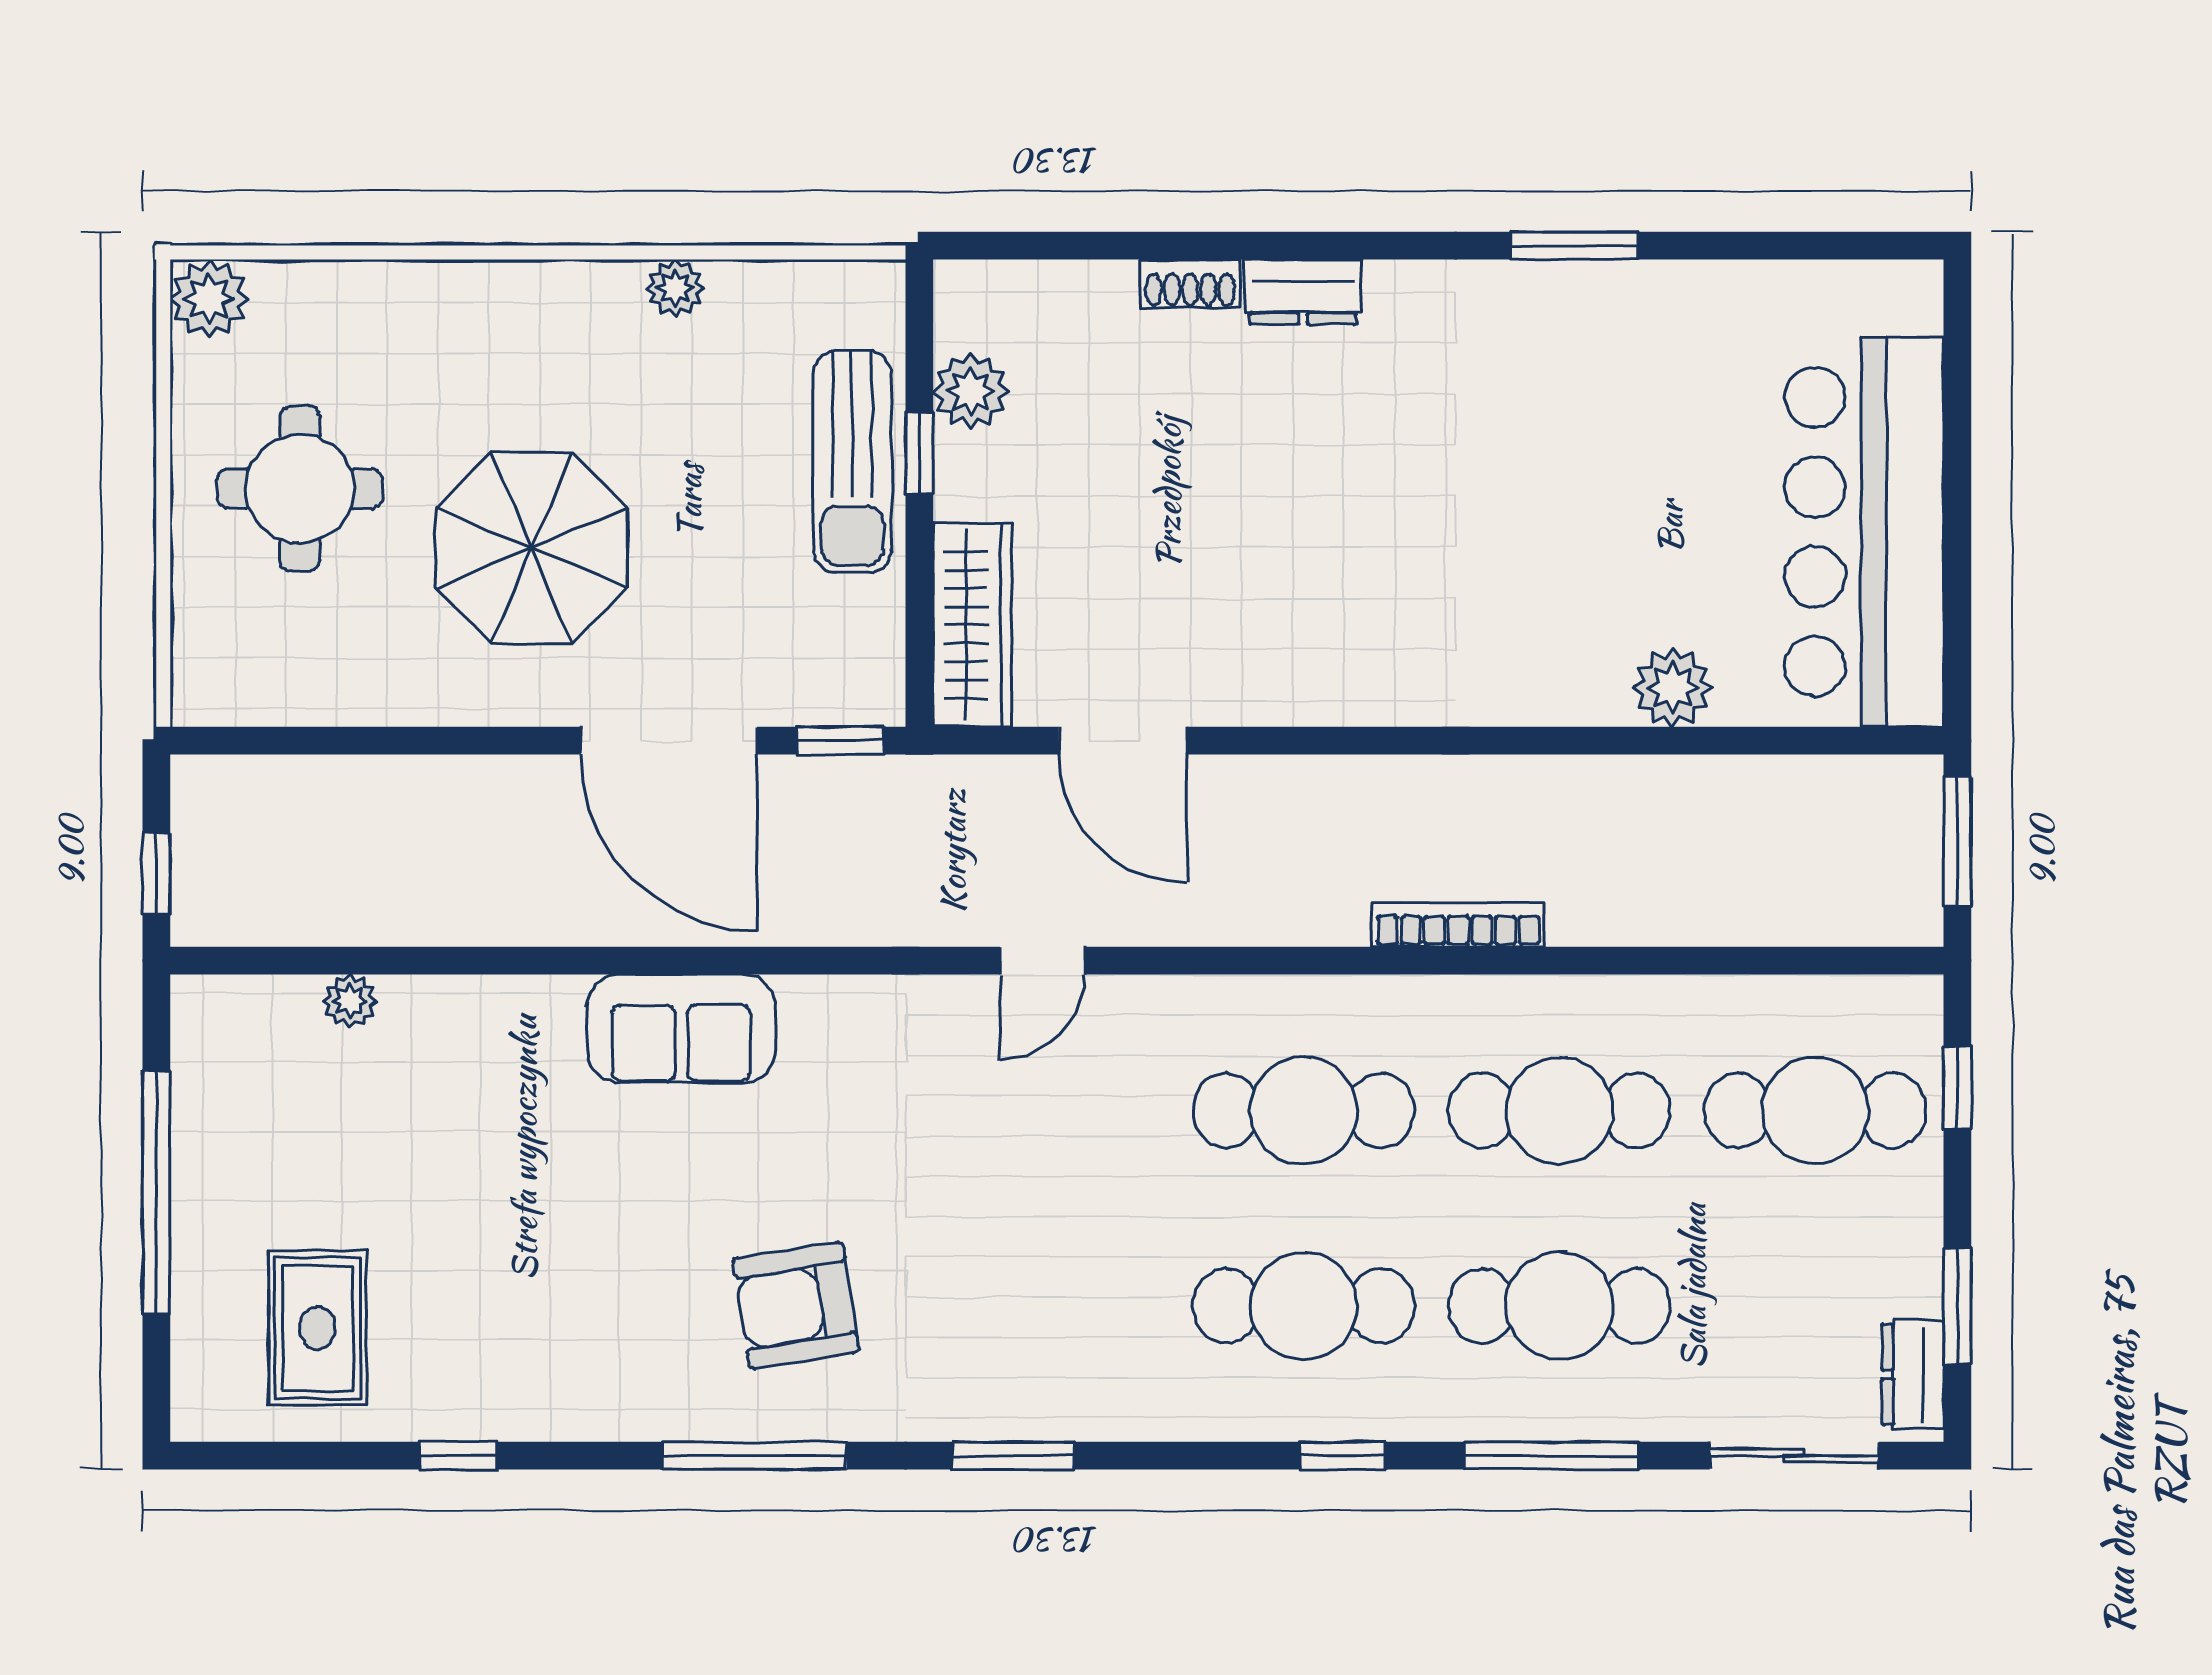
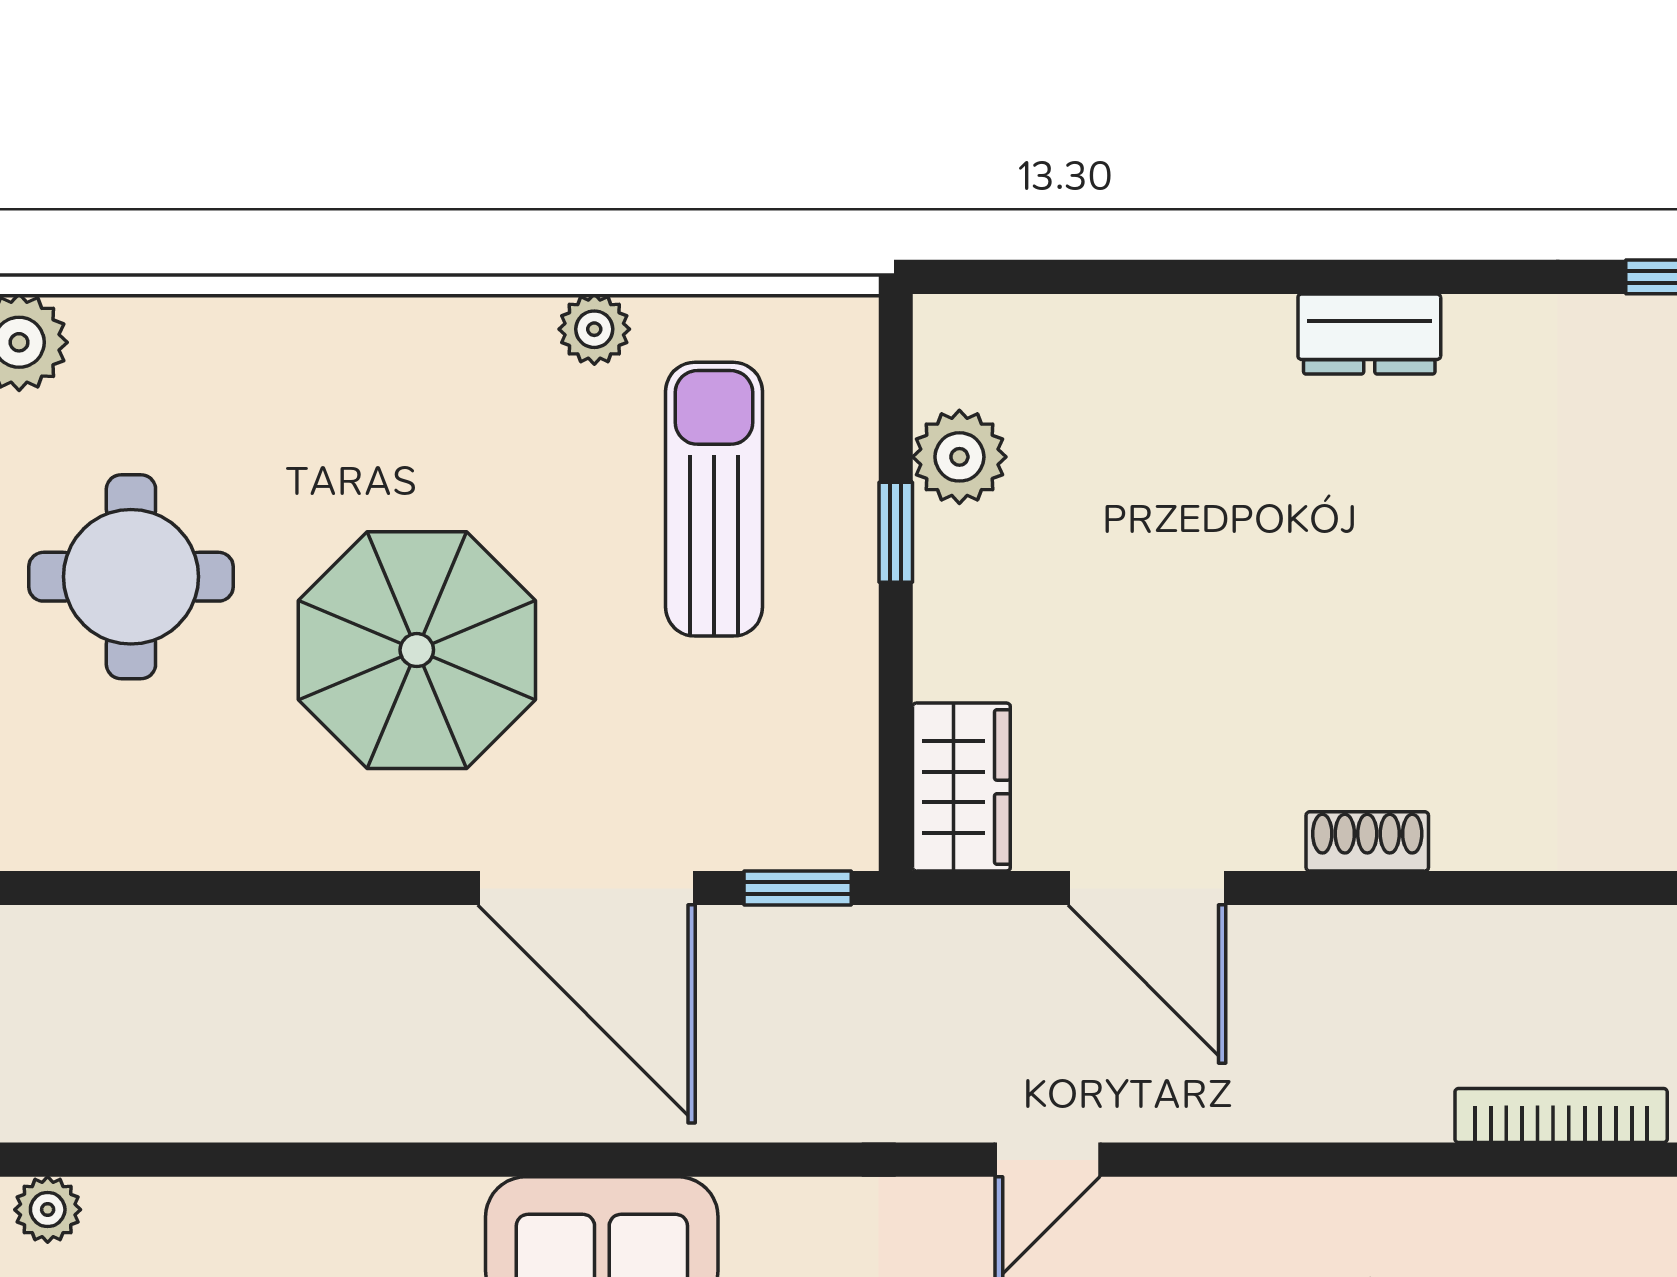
shoe rack: (1190, 284) -> (1367, 841), moved, turned 180
sun lounger: (852, 462) -> (714, 499), moved, turned 180
wardrobe: (973, 625) -> (961, 787), width x0.67
plant: (350, 1001) -> (48, 1210), moved

